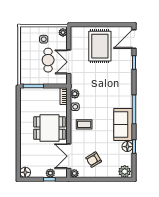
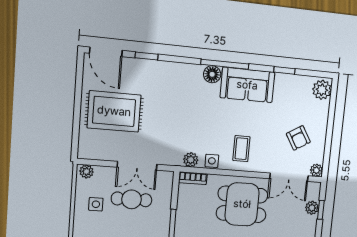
dining table: (50, 128) -> (242, 204), turned 90
floor lamp: (127, 147) -> (212, 74), moved

